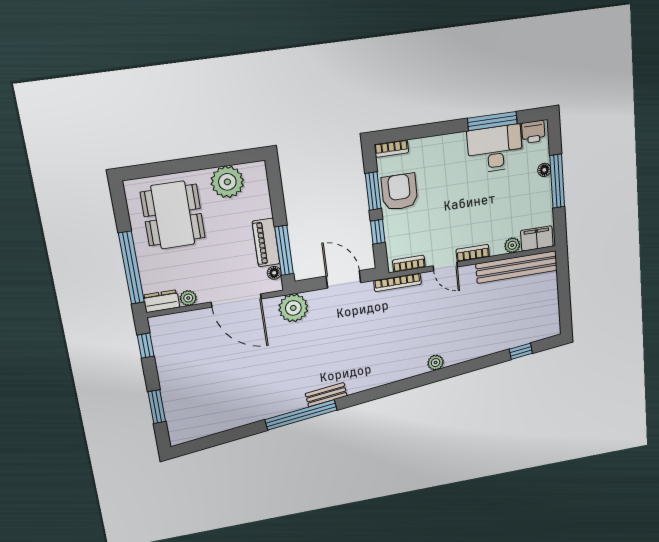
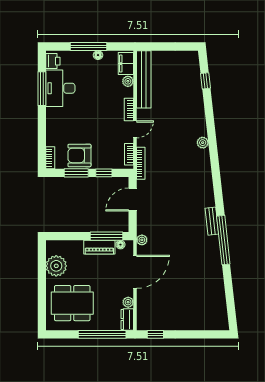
floor lamp: (544, 170) -> (98, 55), moved
plant: (293, 308) -> (142, 240), width x0.53, depth x0.53
window: (157, 407) -> (199, 334), removed

